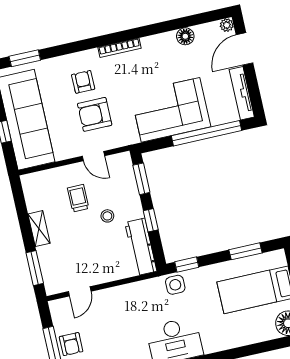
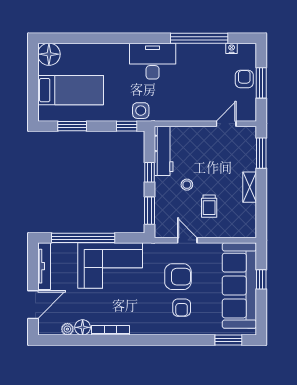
plant: (227, 25) -> (67, 329), moved
bookcase: (119, 48) -> (111, 330), moved

